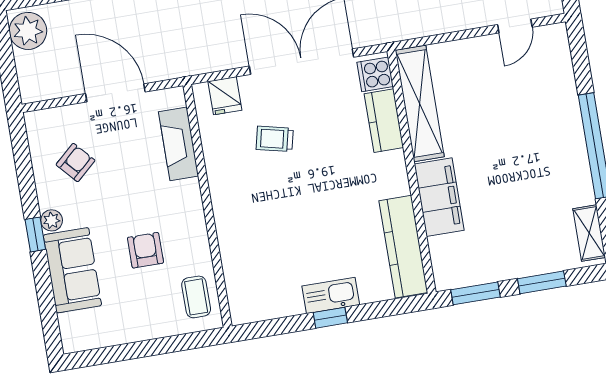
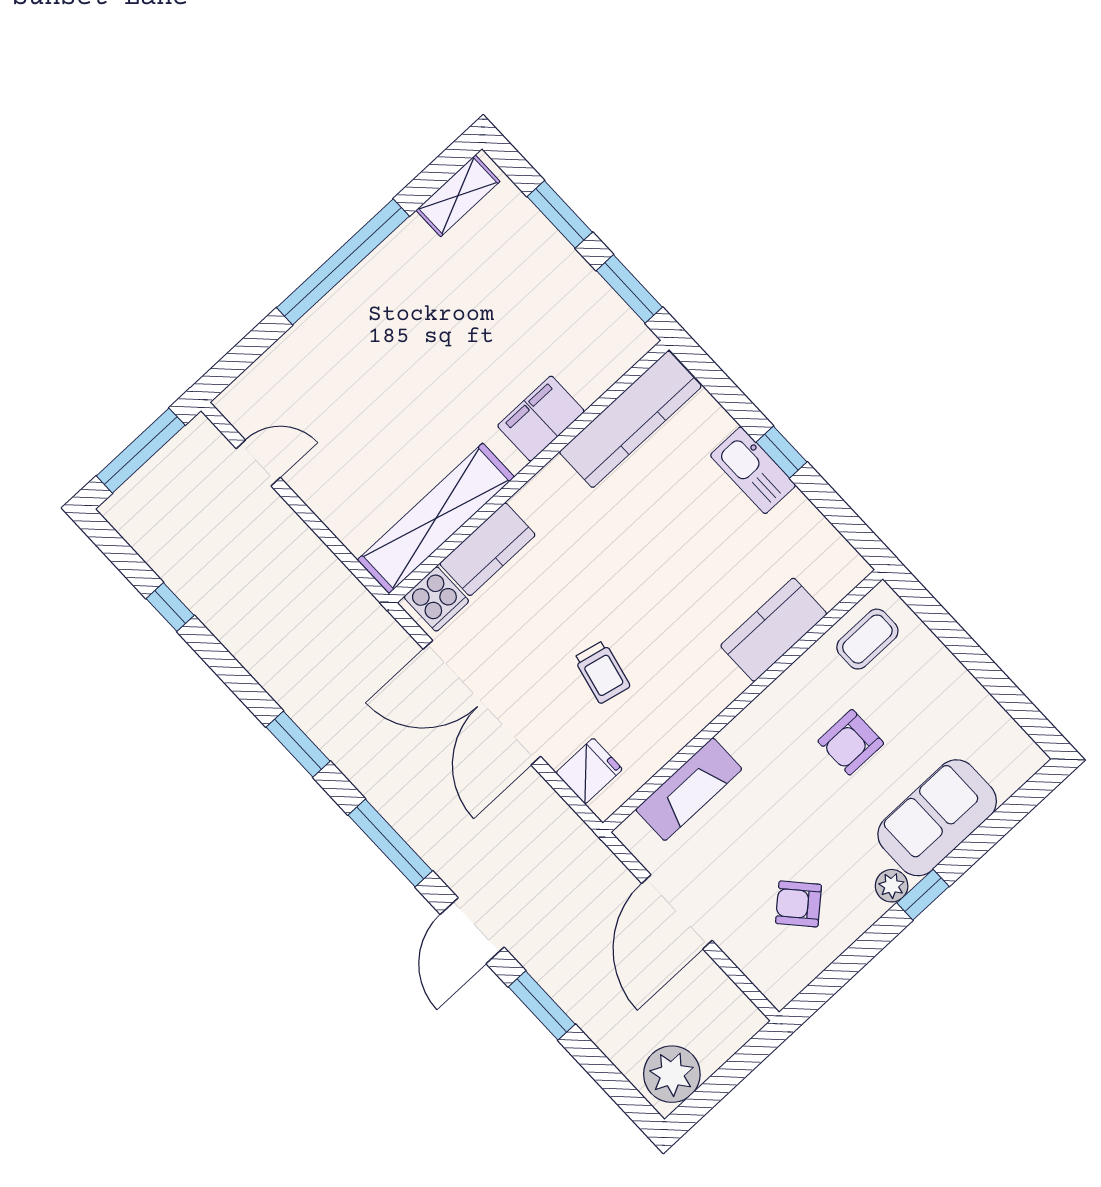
filing cabinet: (439, 197) -> (541, 419), width x0.67, depth x0.86
kitchen counter: (235, 249) -> (774, 630), added

